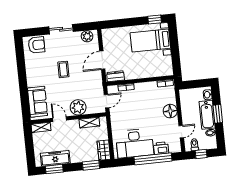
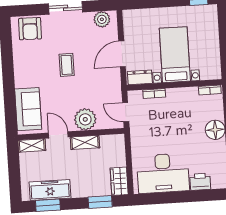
bed with nightstands: (150, 40) -> (175, 55), moved, turned 90
armchair: (37, 45) -> (30, 29), turned 91
door: (106, 101) -> (126, 112), swing flipped
shelving: (89, 123) -> (85, 142), moved
window: (153, 159) -> (188, 196), removed

